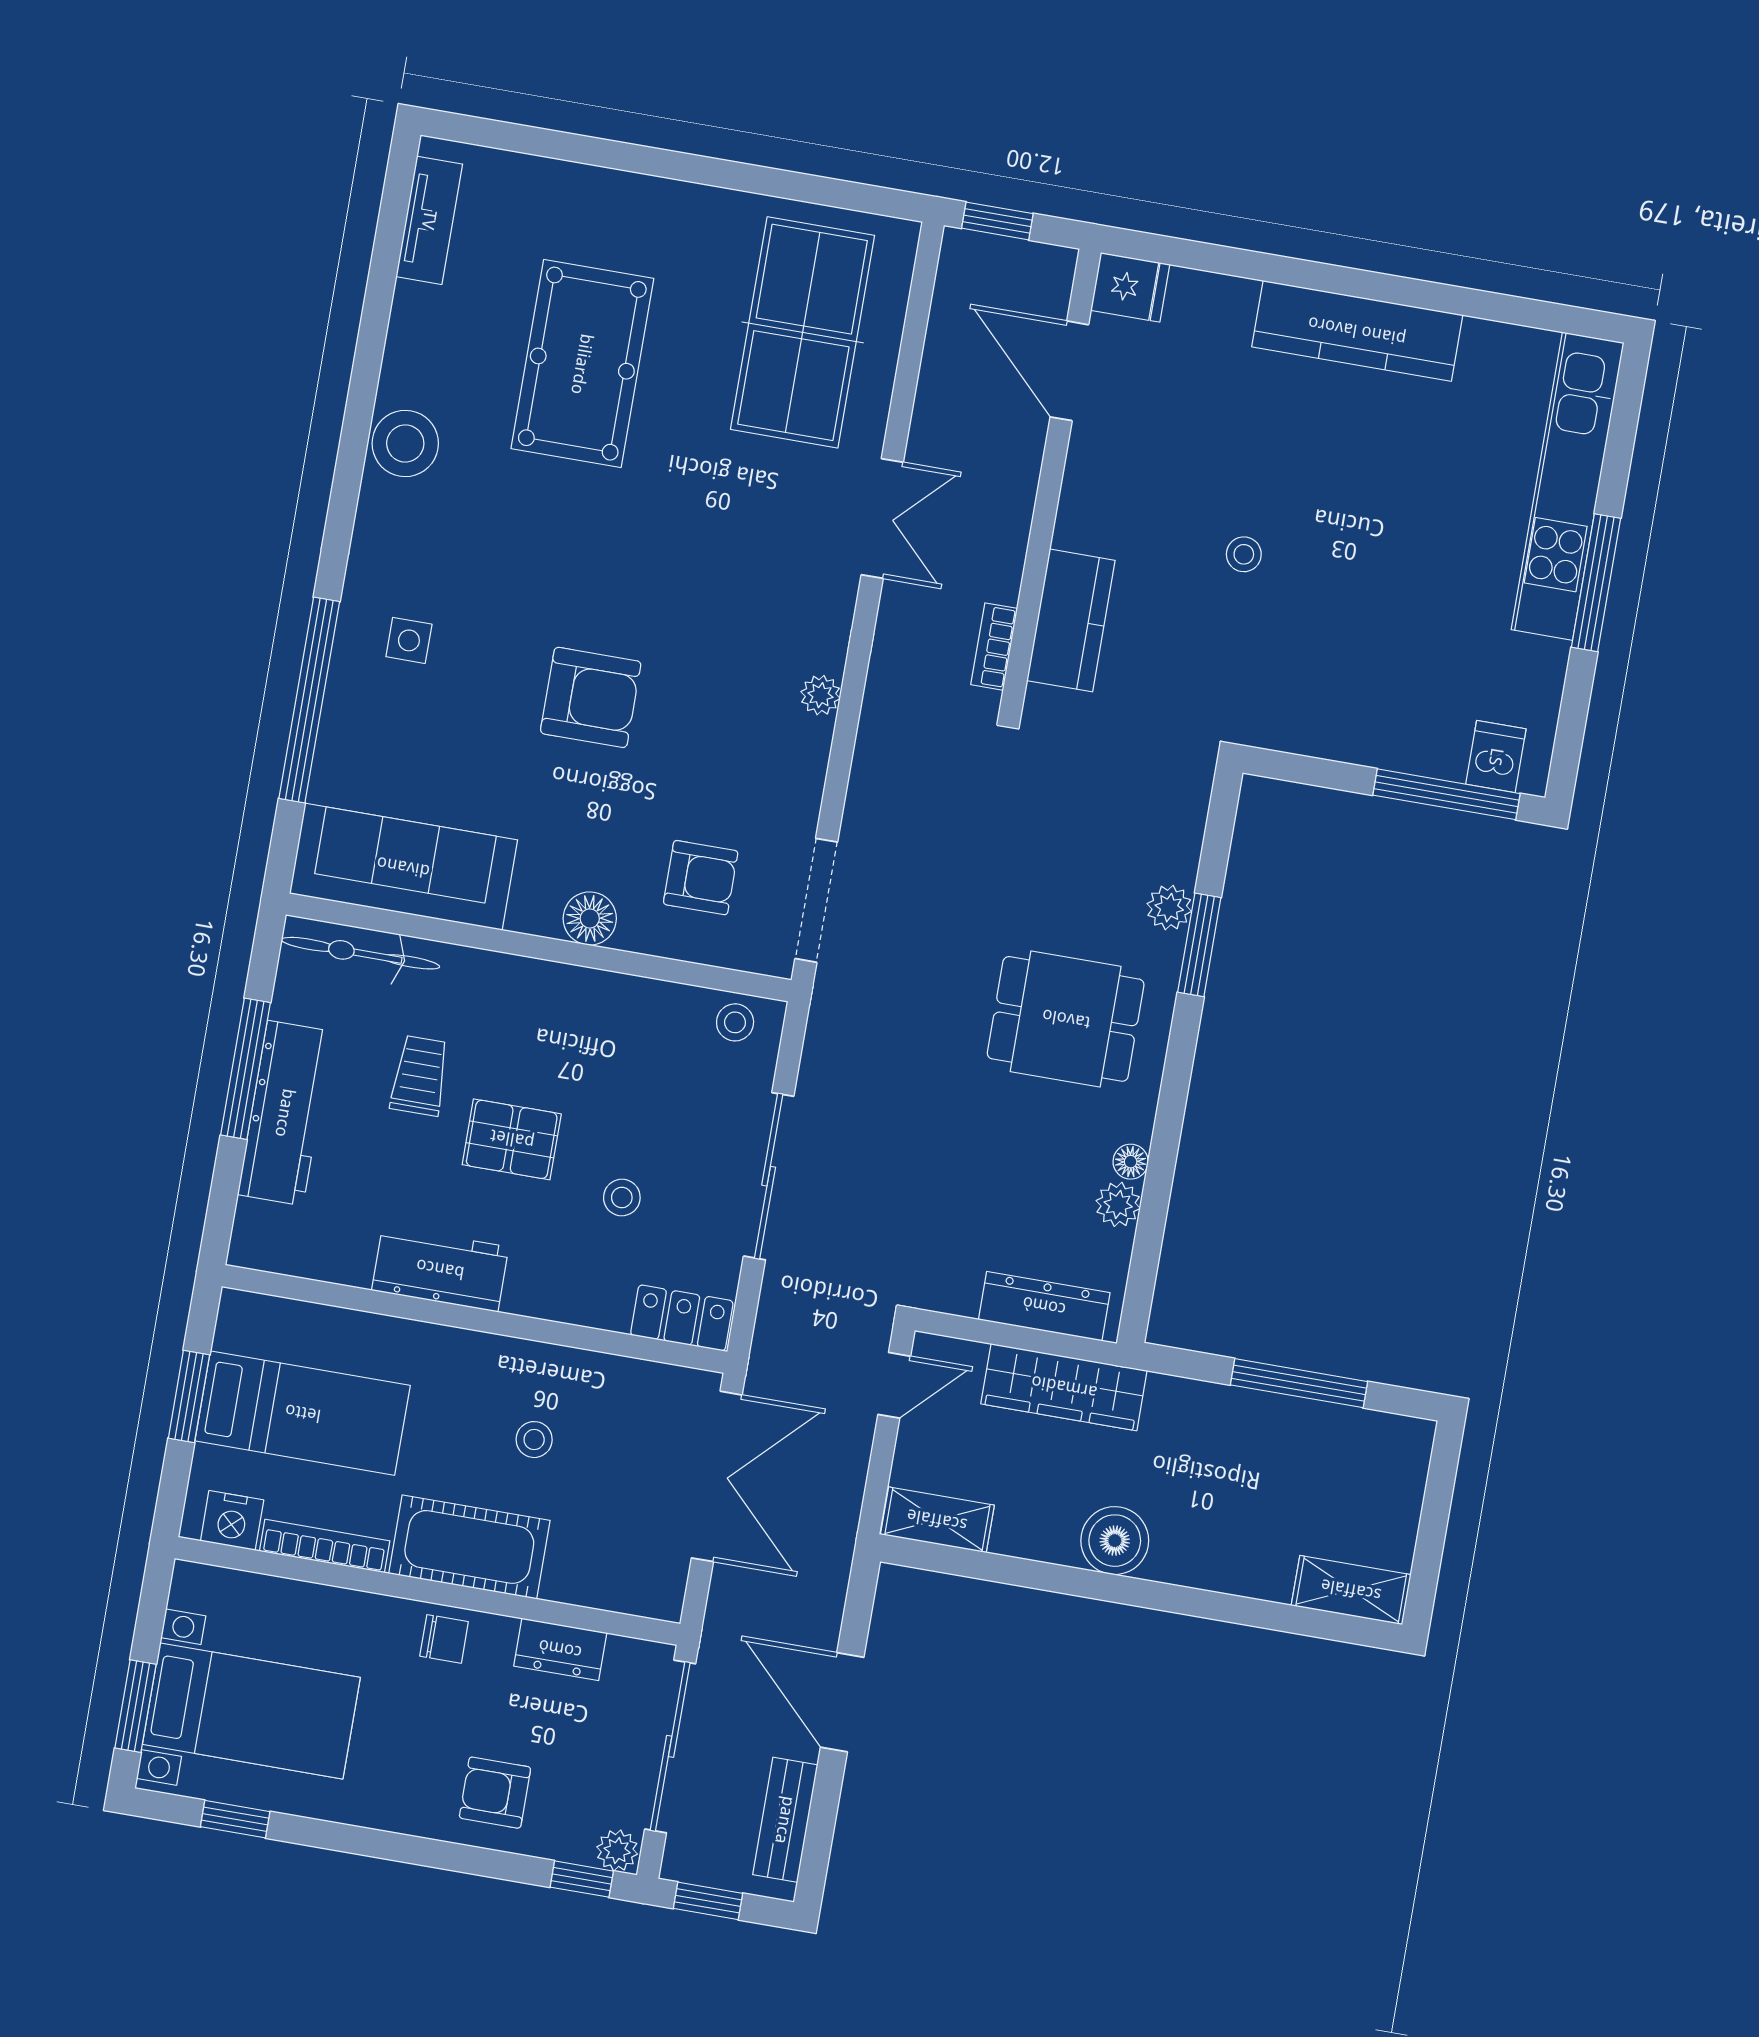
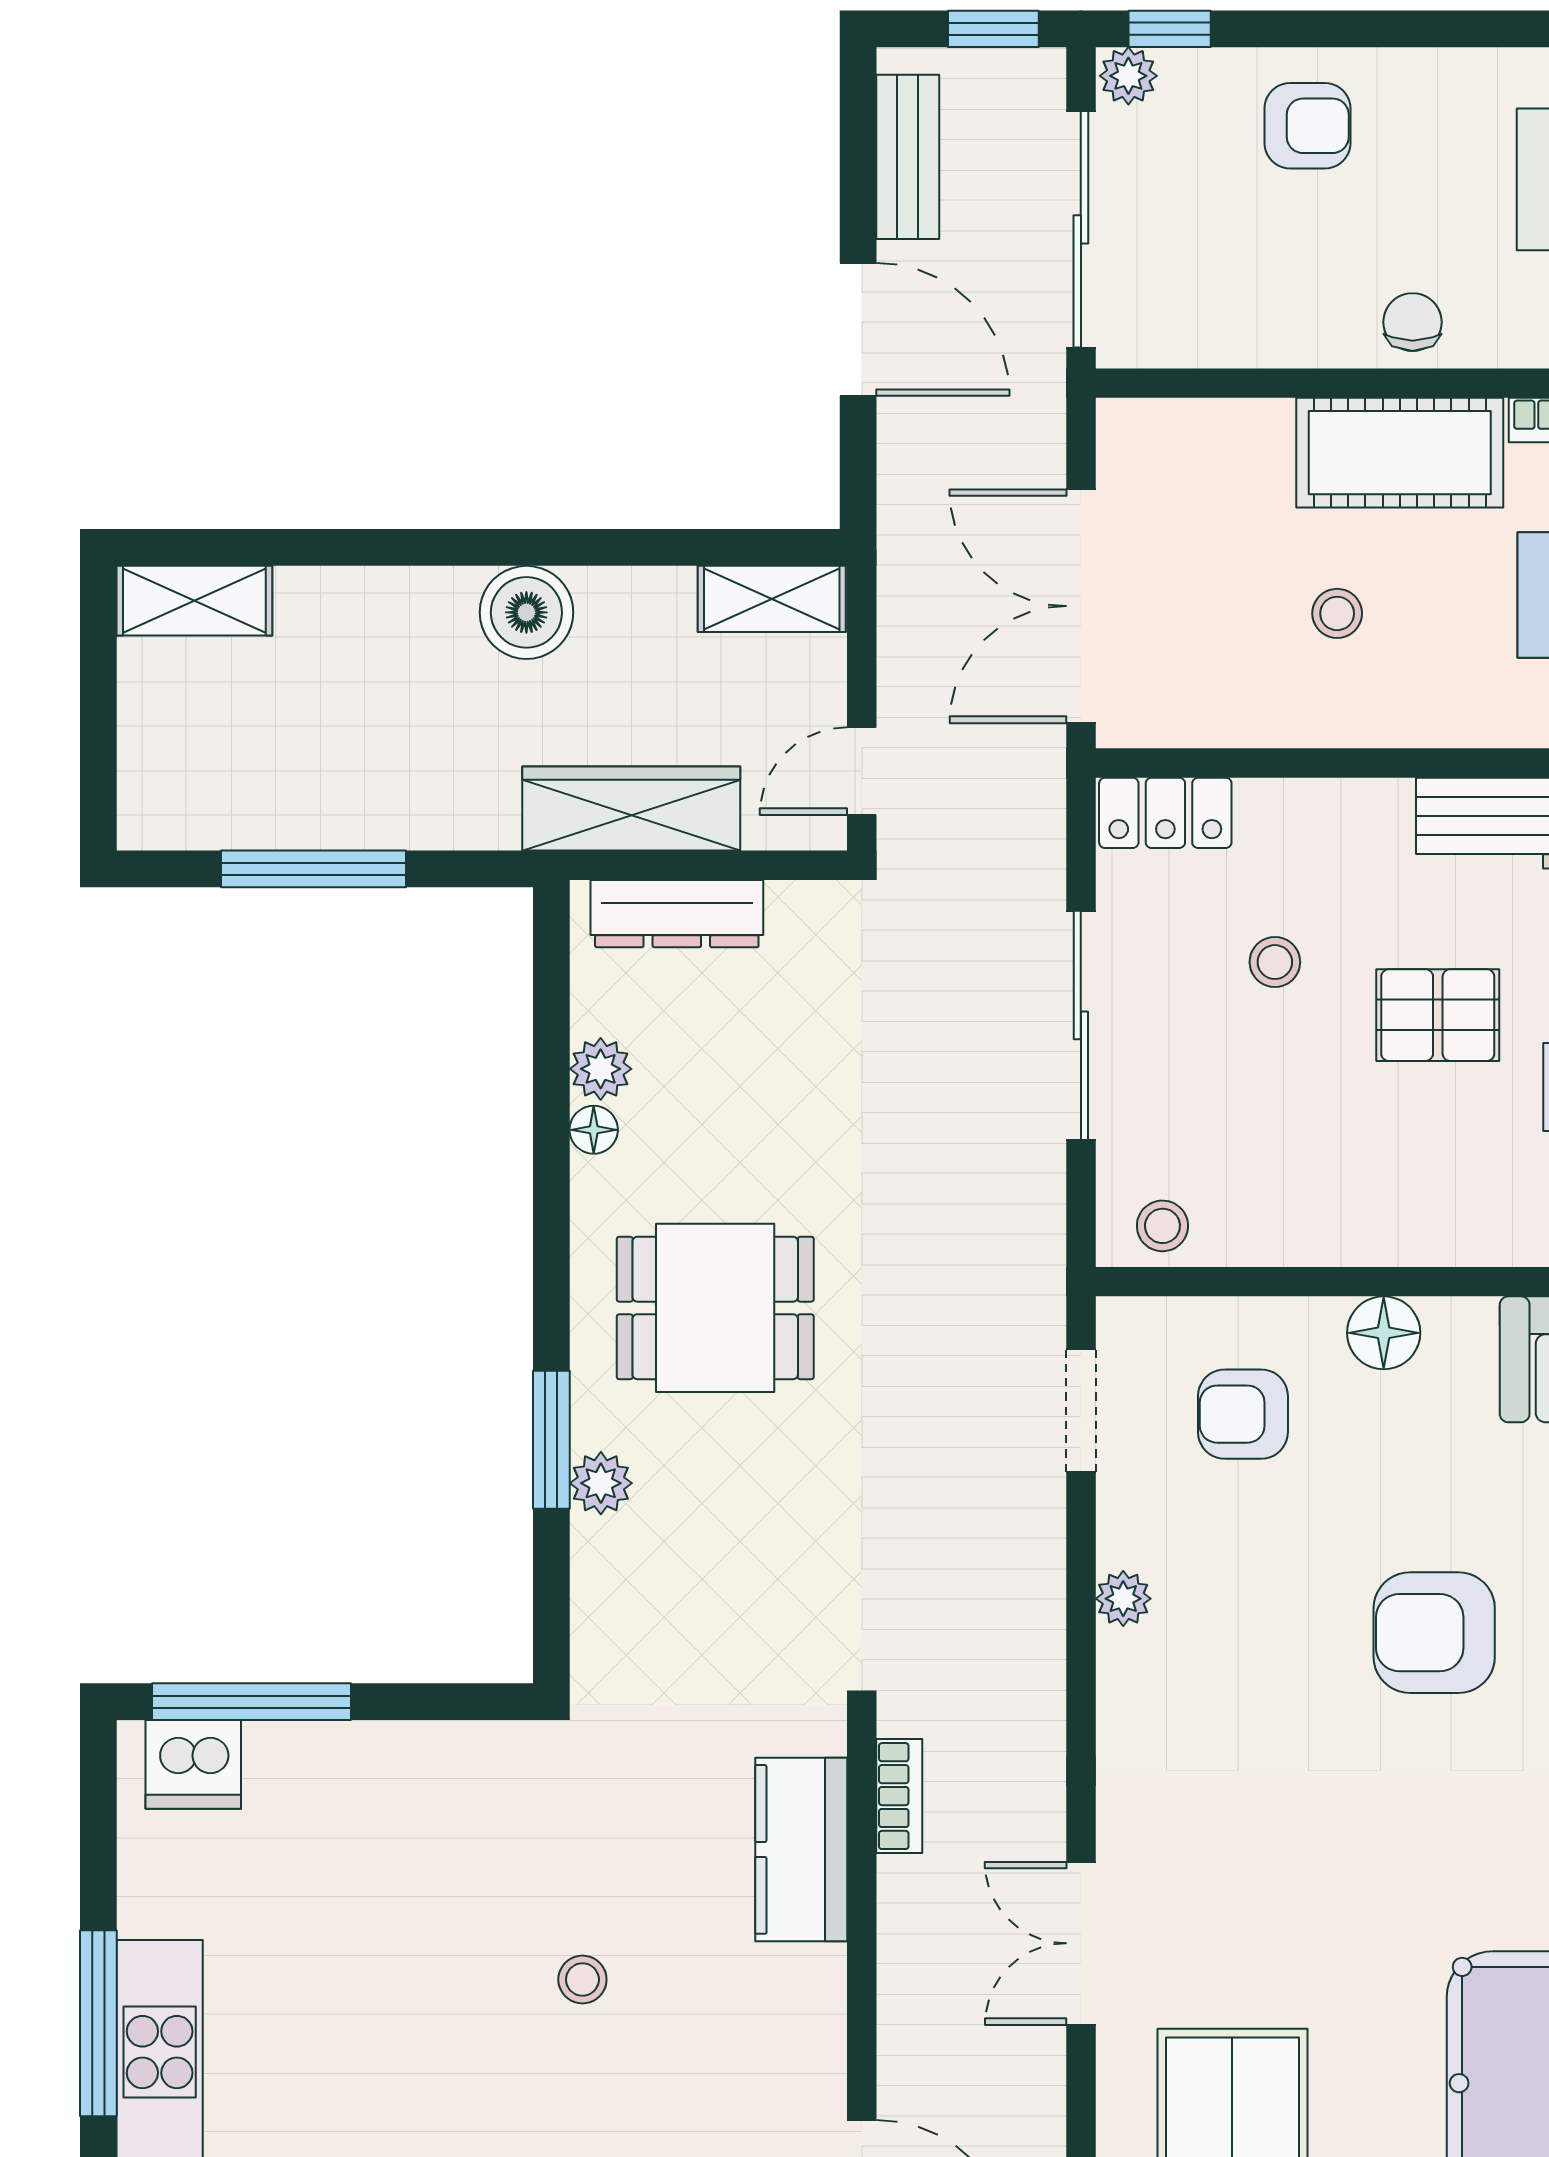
plant: (820, 695) -> (1123, 1599), moved
dishwasher: (1496, 757) -> (193, 1764), width x1.38
doorway: (816, 900) -> (1081, 1410), width x0.73
chair: (444, 1639) -> (1413, 322), turned 90
dresser: (560, 1649) -> (1253, 335), removed

